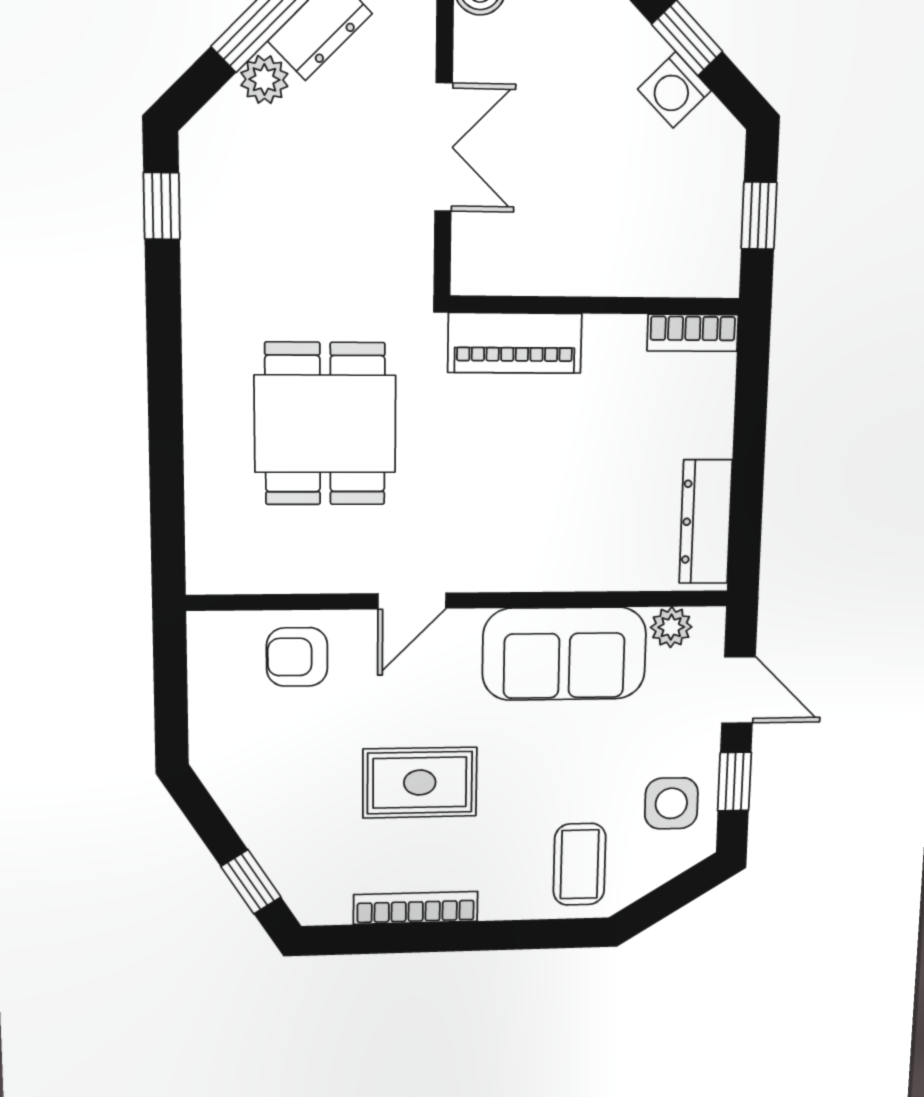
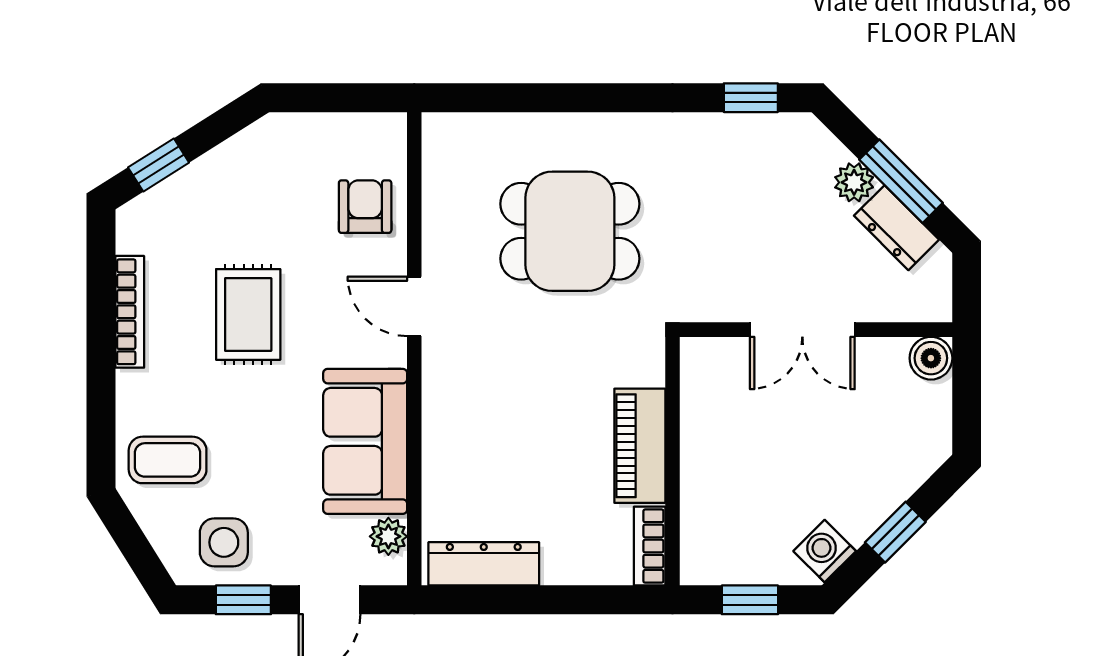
washing machine: (674, 90) -> (825, 551), moved
piano: (515, 343) -> (640, 446), moved

